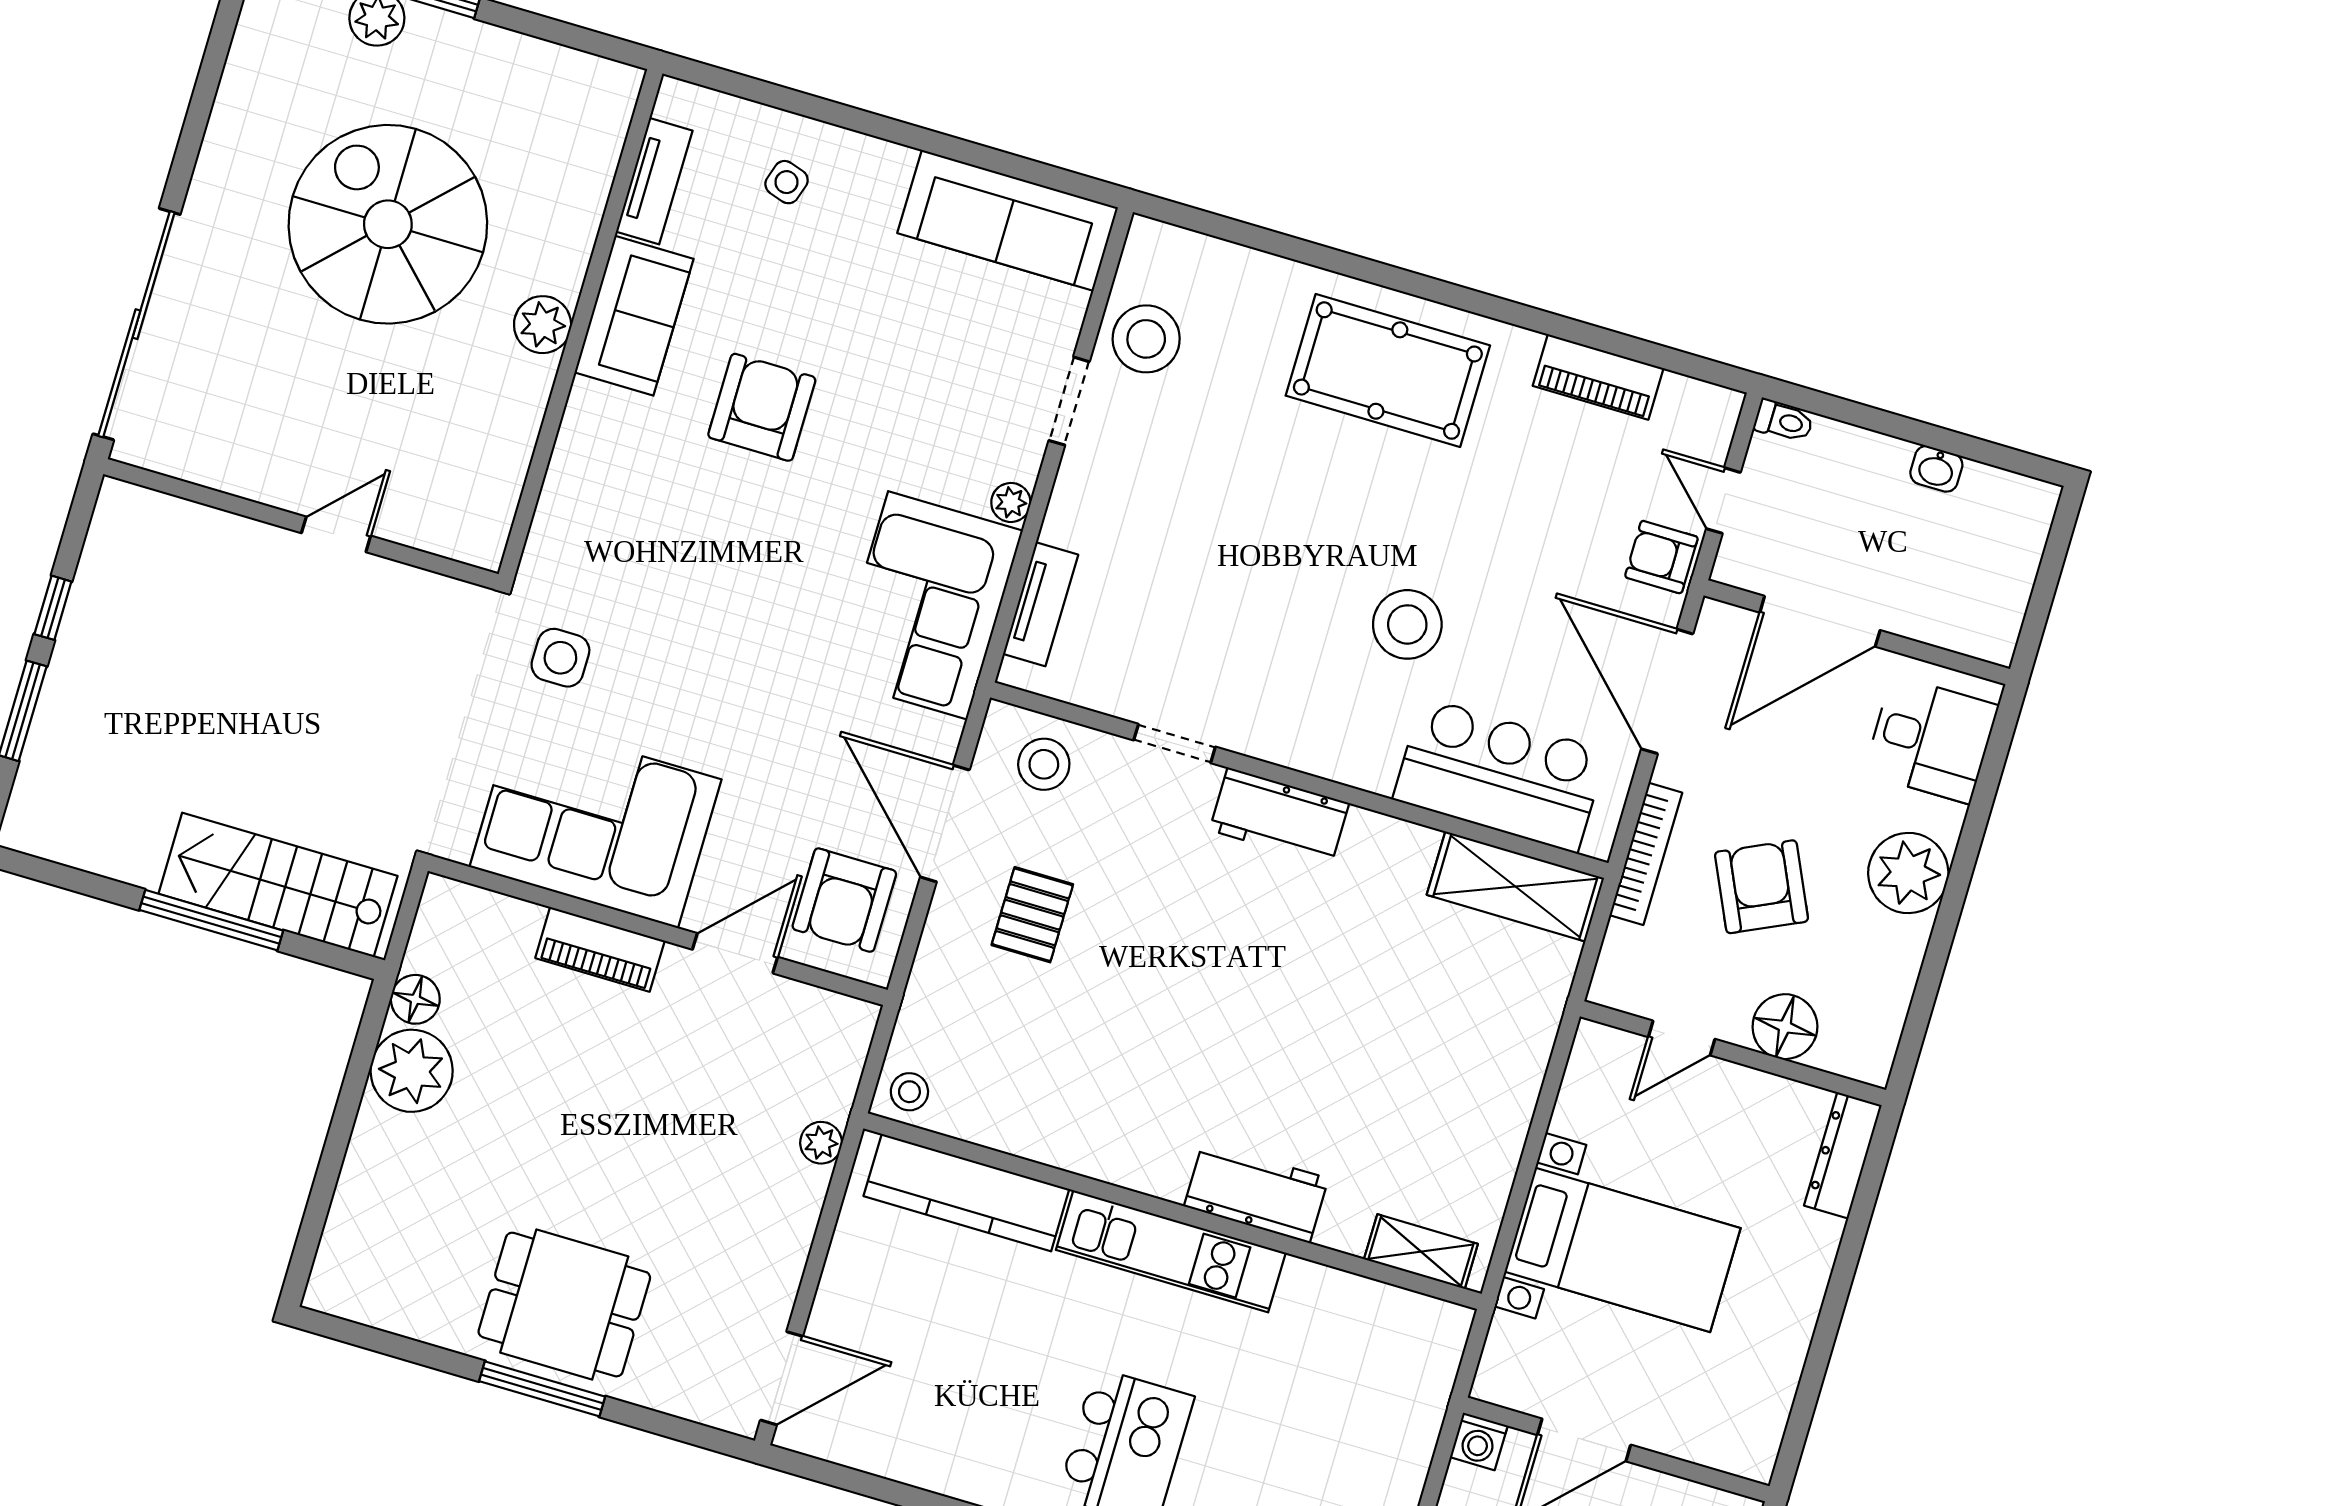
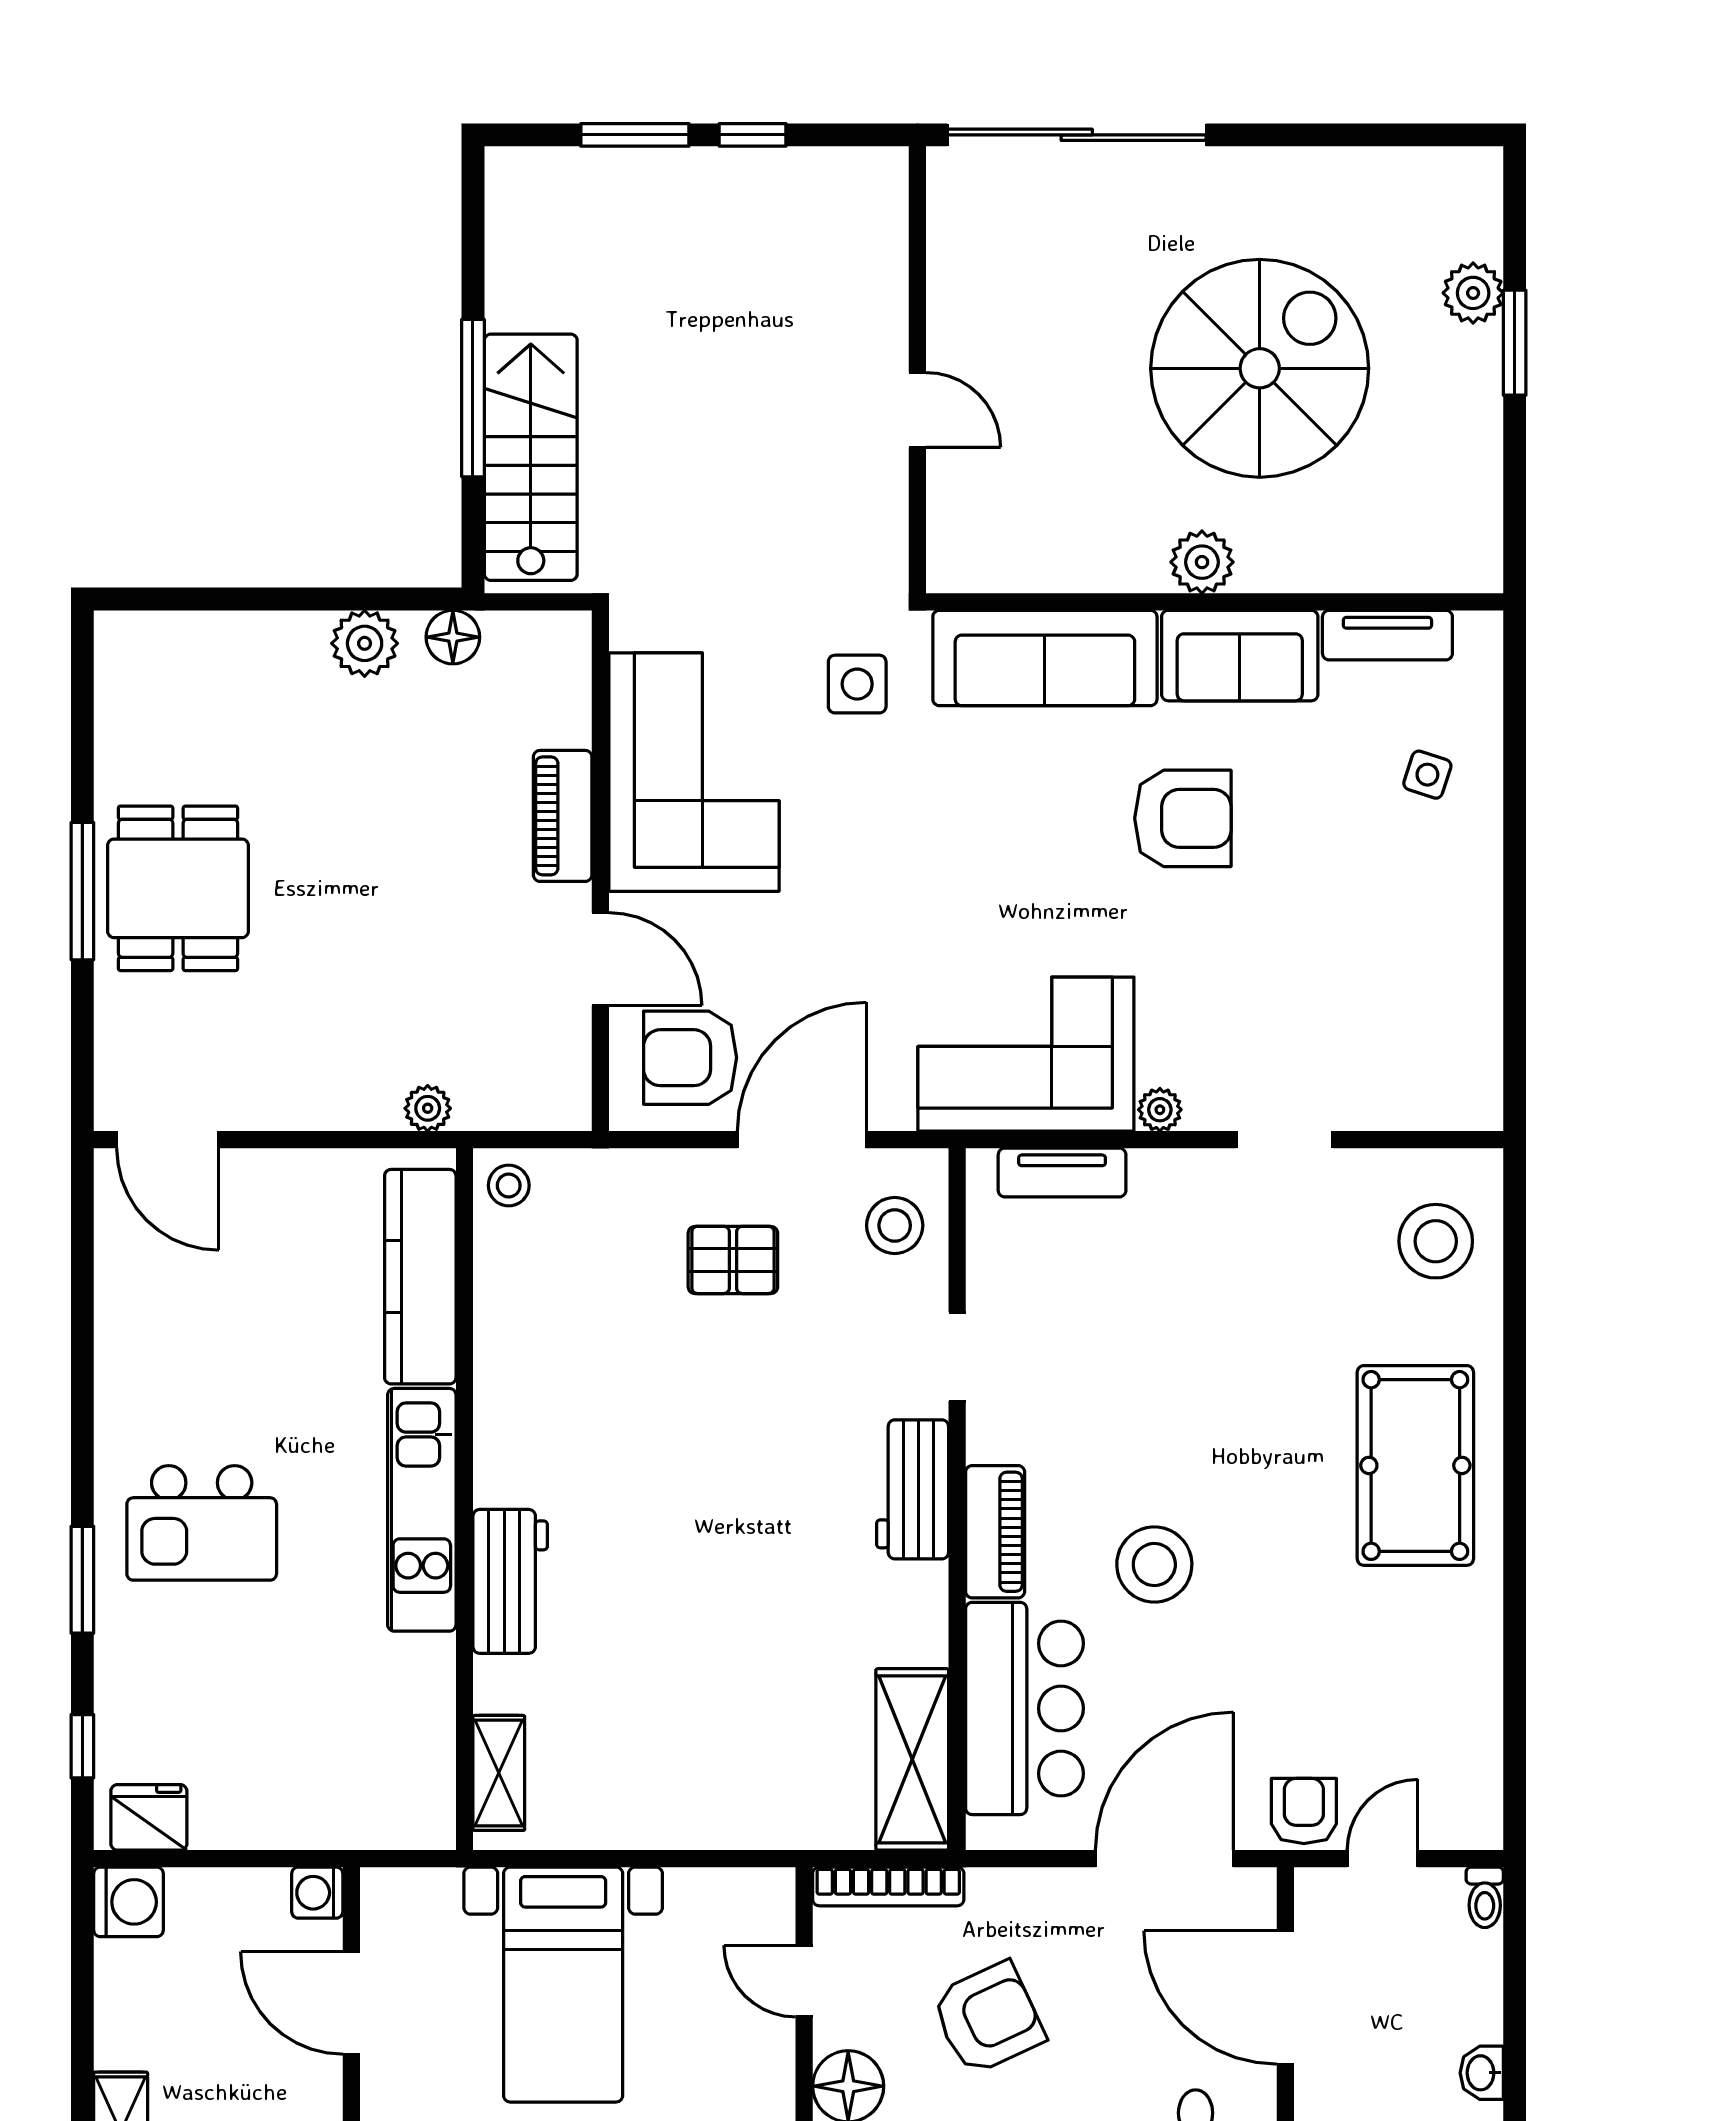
sofa: (1008, 220) -> (1045, 658), moved, turned -90
stool: (1146, 339) -> (1436, 1241), moved
piano: (1598, 377) -> (995, 1532), moved, turned 180
bookcase: (1646, 854) -> (888, 1886), moved
plant: (412, 1071) -> (365, 643), width x0.73, depth x0.73

